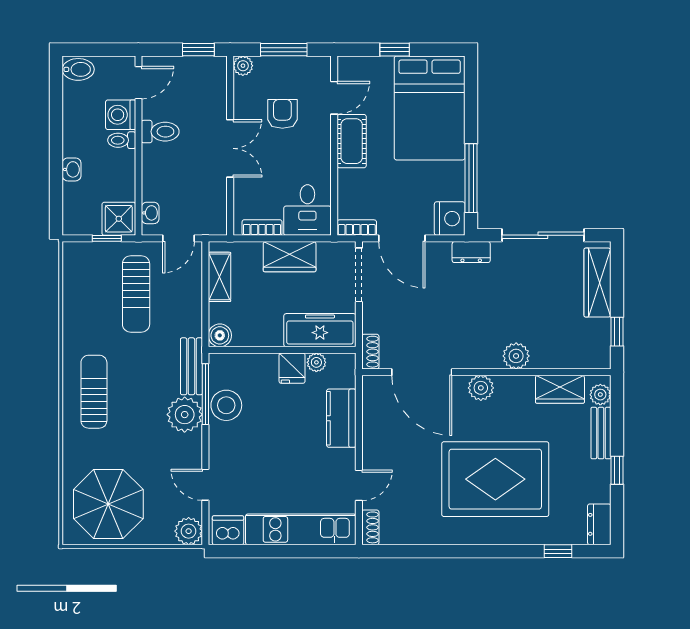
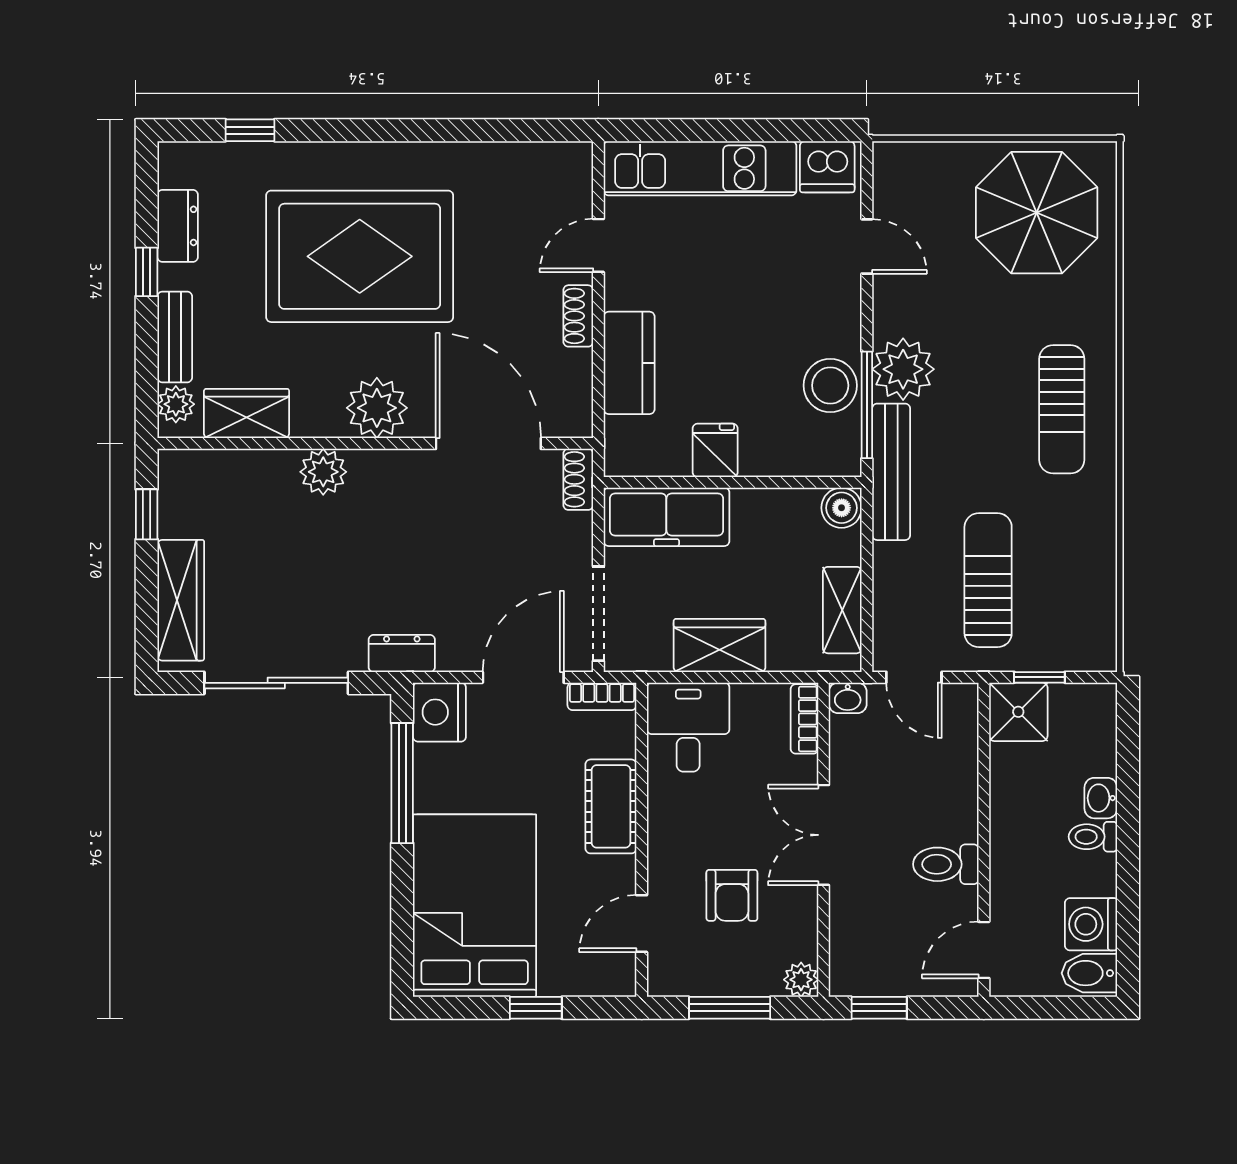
washing machine: (121, 115) -> (1091, 924), moved, turned 180
toilet: (122, 140) -> (1093, 837), moved, turned 180
cot: (352, 141) -> (611, 806), moved
washbasin: (150, 213) -> (848, 698), moved, turned -90
bookcase: (262, 228) -> (804, 719), moved, turned 90
door: (178, 238) -> (914, 677), swing flipped
door: (402, 238) -> (523, 677), hinge flipped
plant: (316, 362) -> (673, 461), removed
bench: (191, 366) -> (891, 472), width x1.36
plant: (481, 388) -> (377, 408), width x1.36, depth x1.36
dresser: (599, 524) -> (178, 226), moved
shoe rack: (370, 527) -> (578, 316), moved
plant: (189, 531) -> (896, 165), removed

